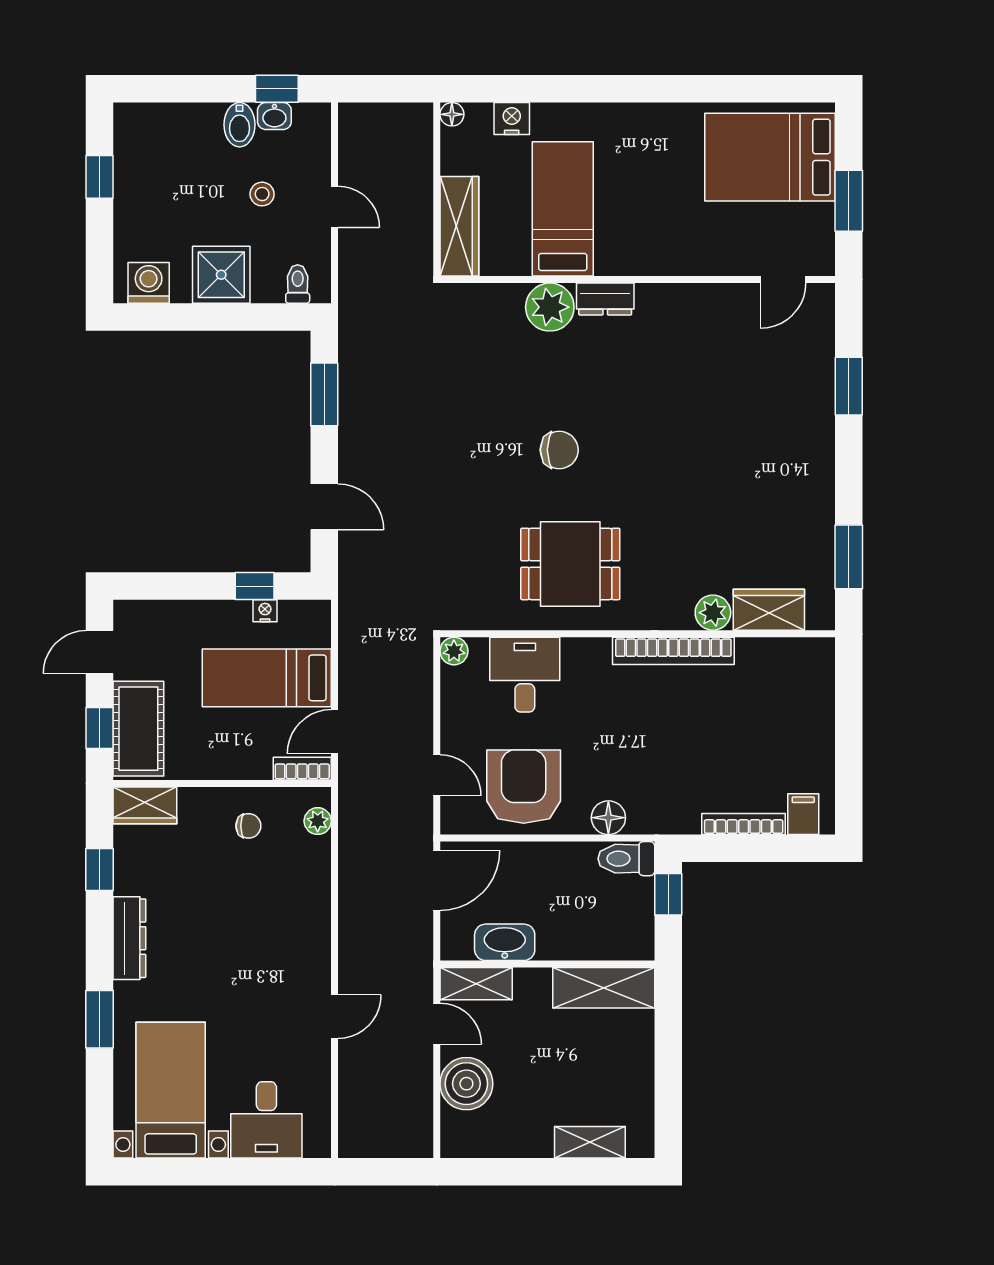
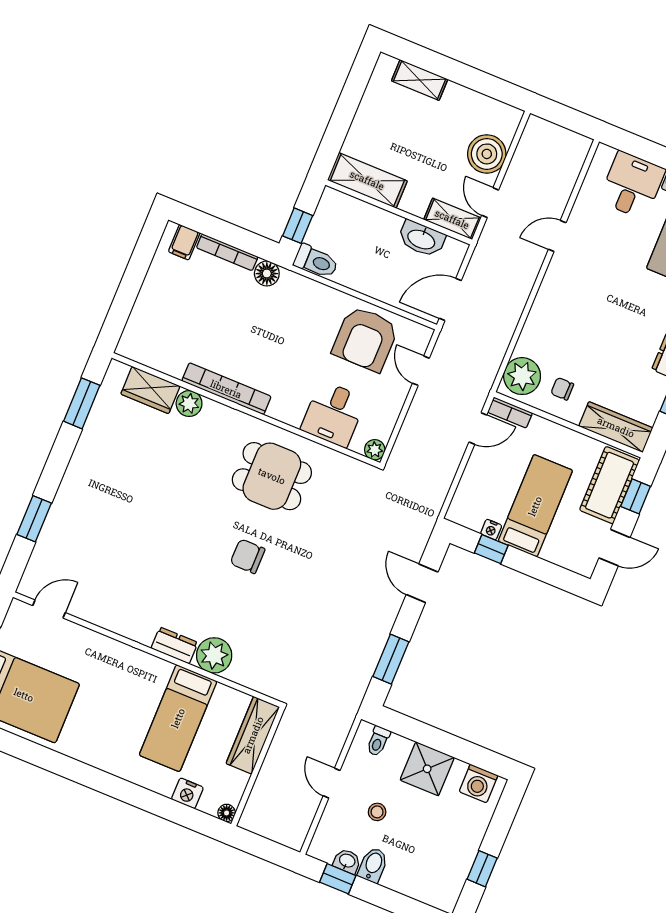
bed: (267, 678) -> (535, 506), moved, turned -90
wardrobe: (145, 805) -> (616, 427), width x1.50
floor lamp: (608, 818) -> (267, 274), moved
plant: (318, 821) -> (522, 376), width x1.88, depth x1.88

